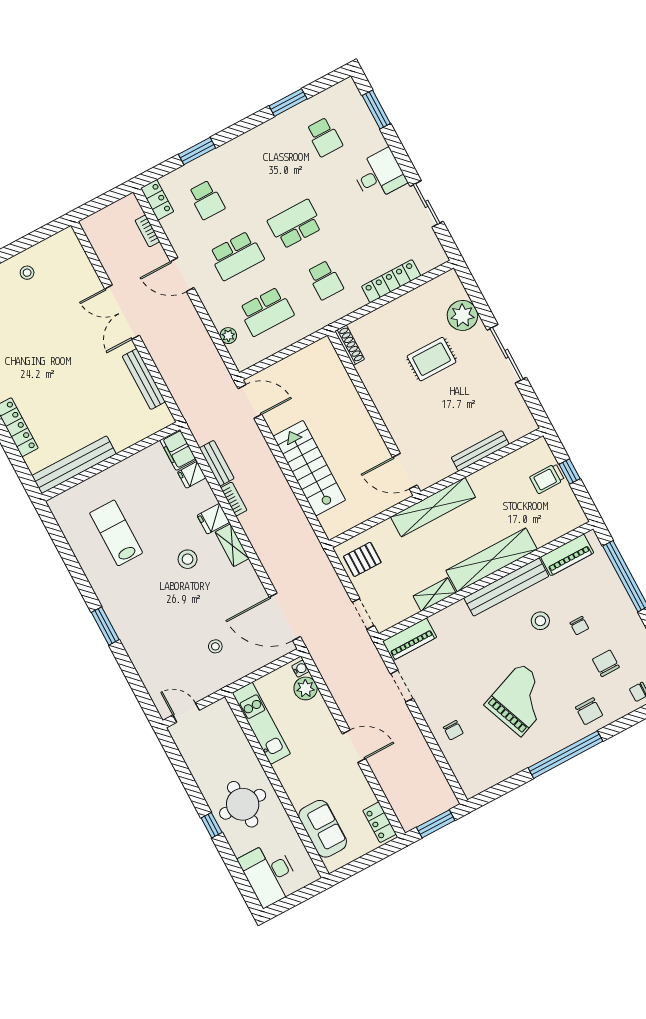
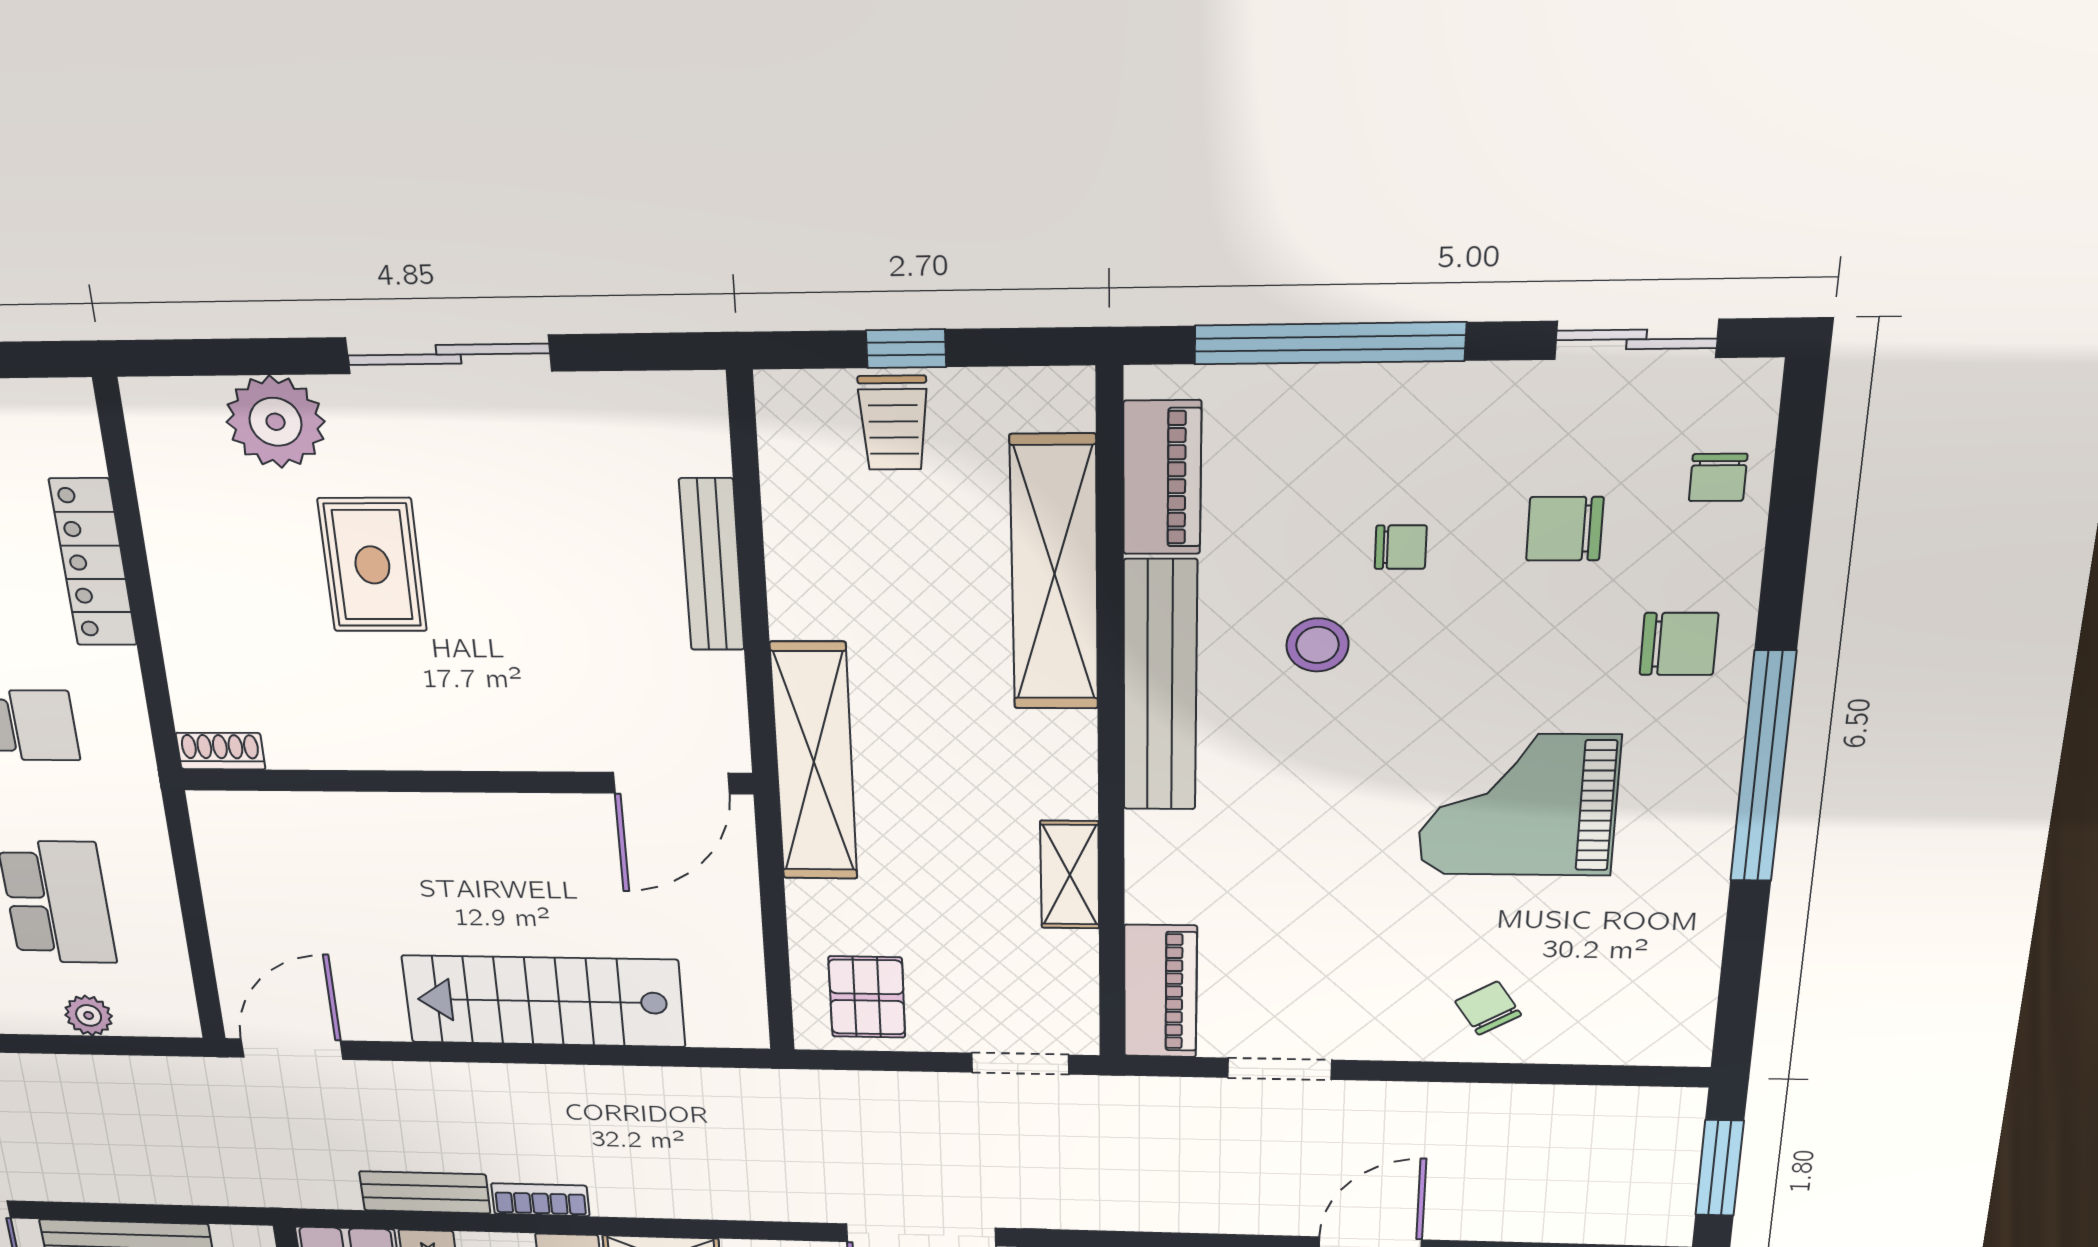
shoe rack: (350, 345) -> (221, 751), width x0.70
shelving: (492, 560) -> (1054, 574), moved
grand piano: (521, 700) -> (1518, 805), turned -69
chair: (453, 730) -> (1488, 1008), turned -122

